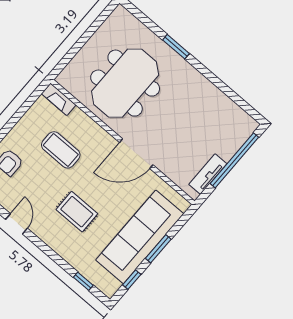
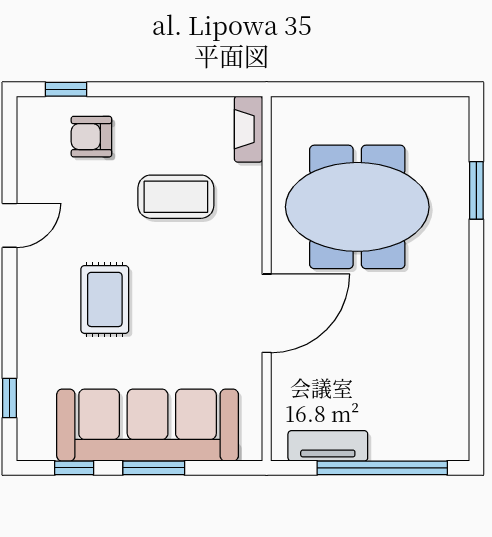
window: (176, 47) -> (476, 190), moved
coffee table: (61, 150) -> (176, 197), turned 90
door: (136, 154) -> (267, 313), swing flipped

